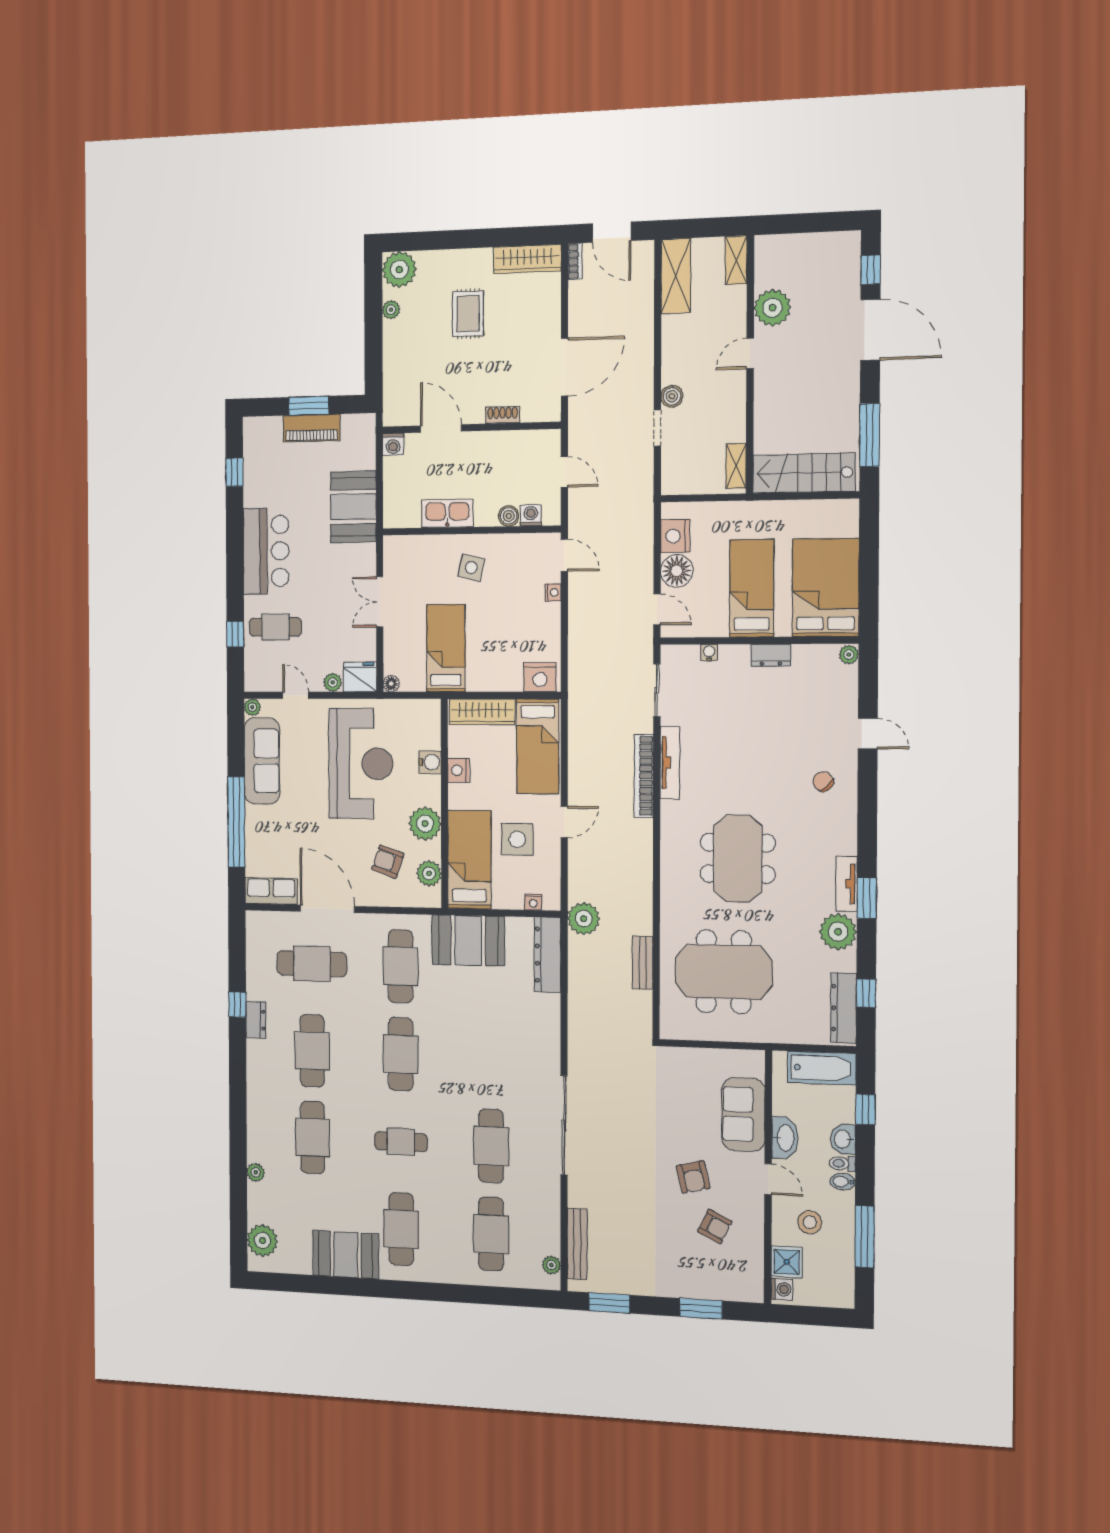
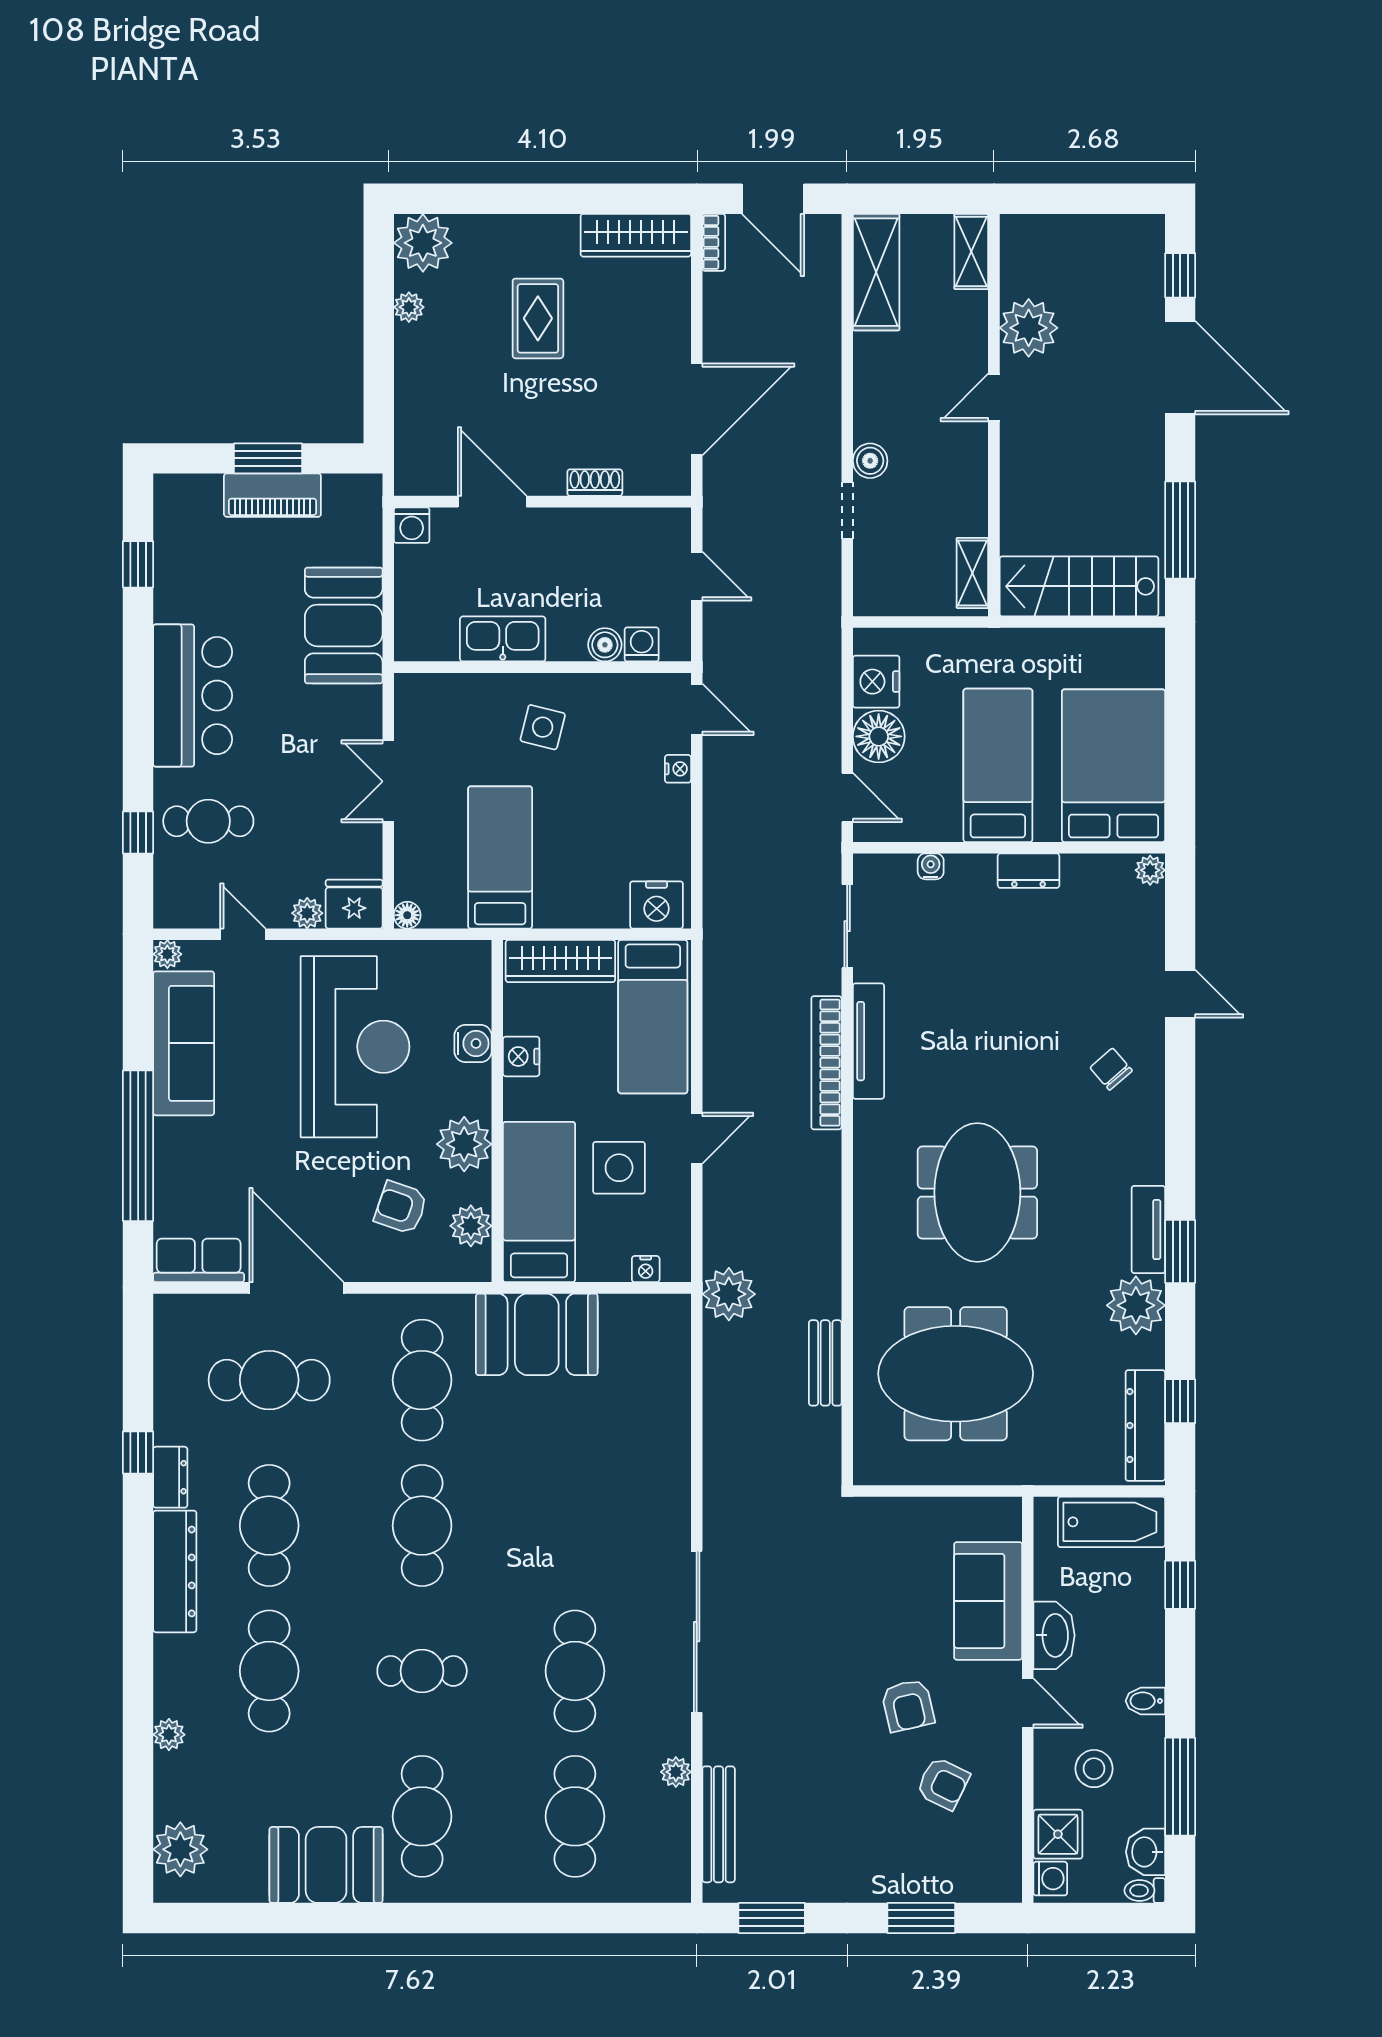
dresser: (548, 955) -> (175, 1571), moved, turned 180
washbasin: (843, 1139) -> (1145, 1852), moved
toilet: (842, 1163) -> (1145, 1890), moved
plant: (551, 1265) -> (676, 1772), moved

